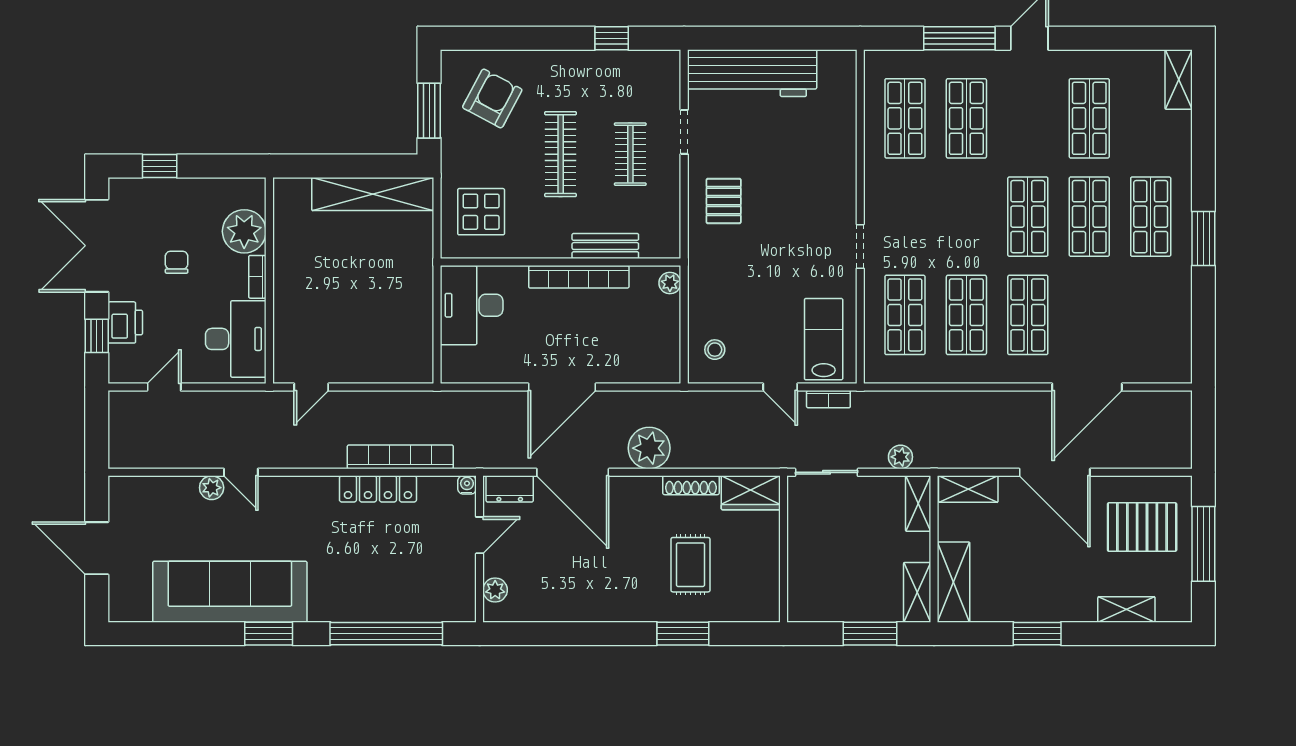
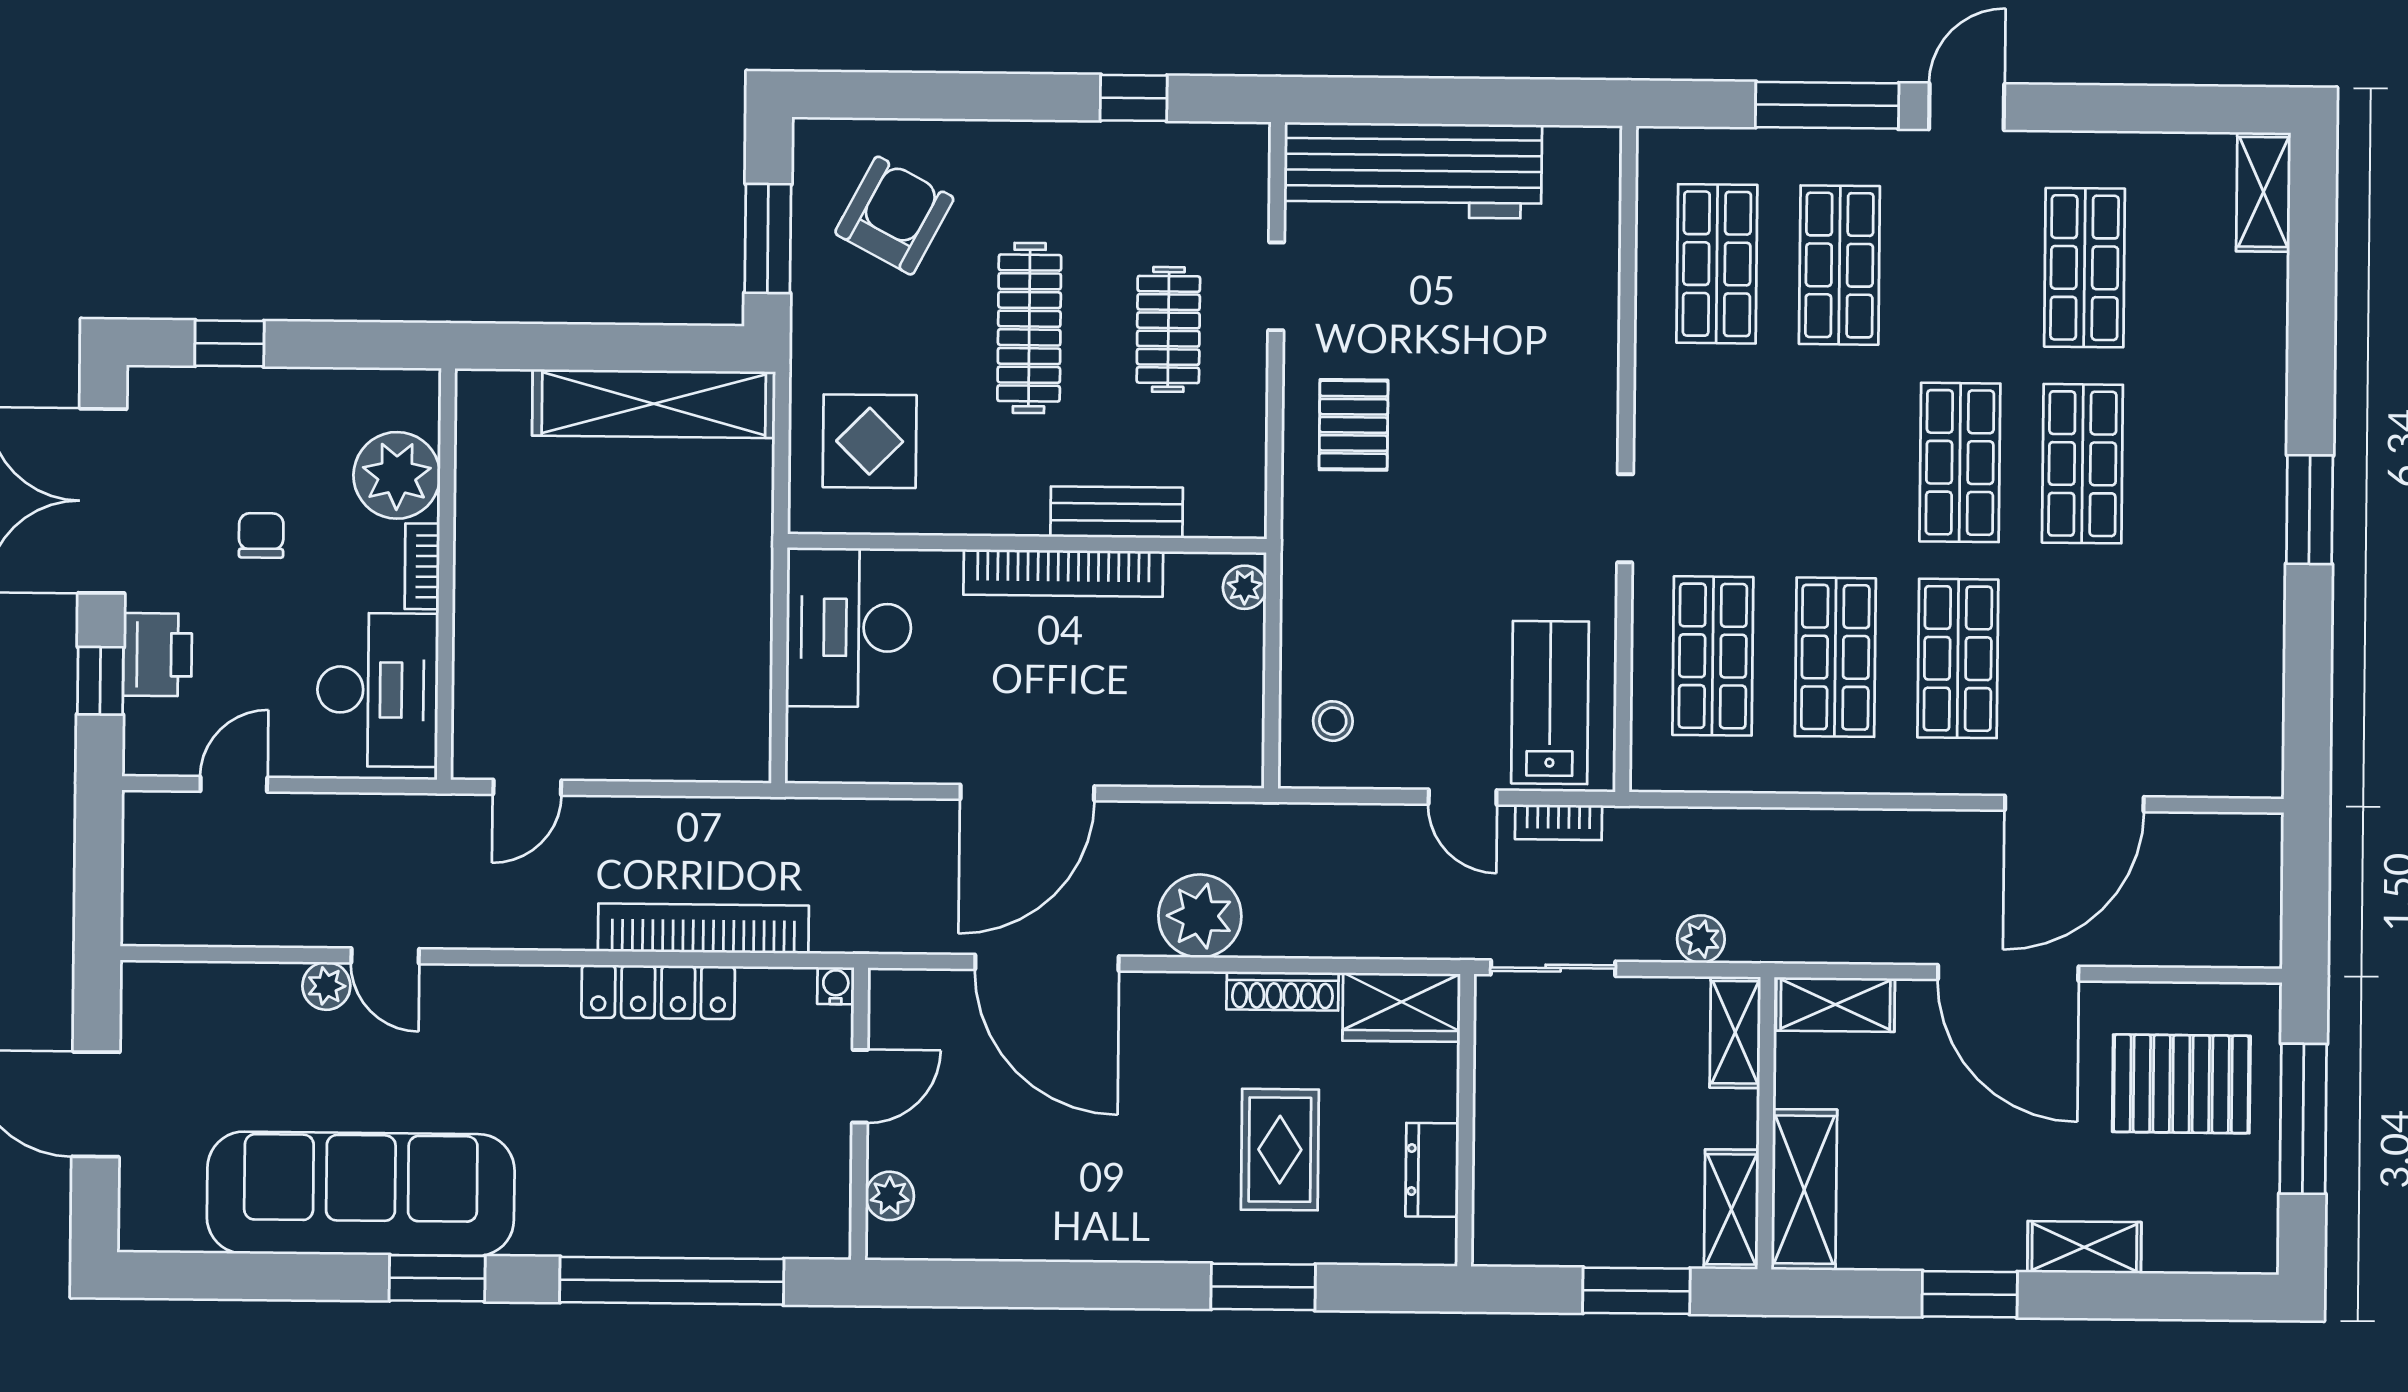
shop shelf: (1151, 217) -> (2205, 465), removed
dresser: (510, 489) -> (1432, 1170), moved, turned 90
shelving: (1126, 609) -> (2084, 1247), moved

